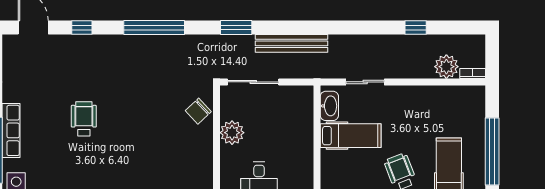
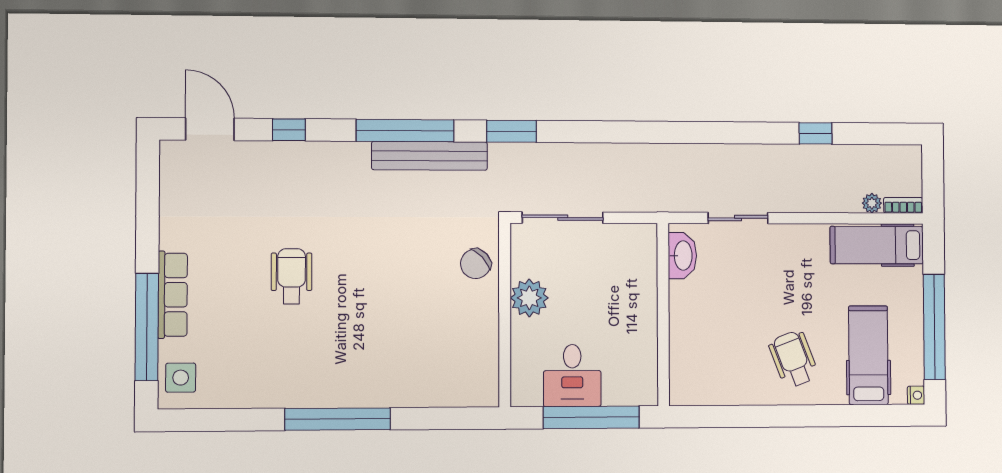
window: (236, 28) -> (512, 131), moved
bench: (291, 43) -> (430, 156), moved
plant: (446, 67) -> (872, 203), width x0.53, depth x0.53
hospital bed: (351, 136) -> (877, 245), moved, turned 180

